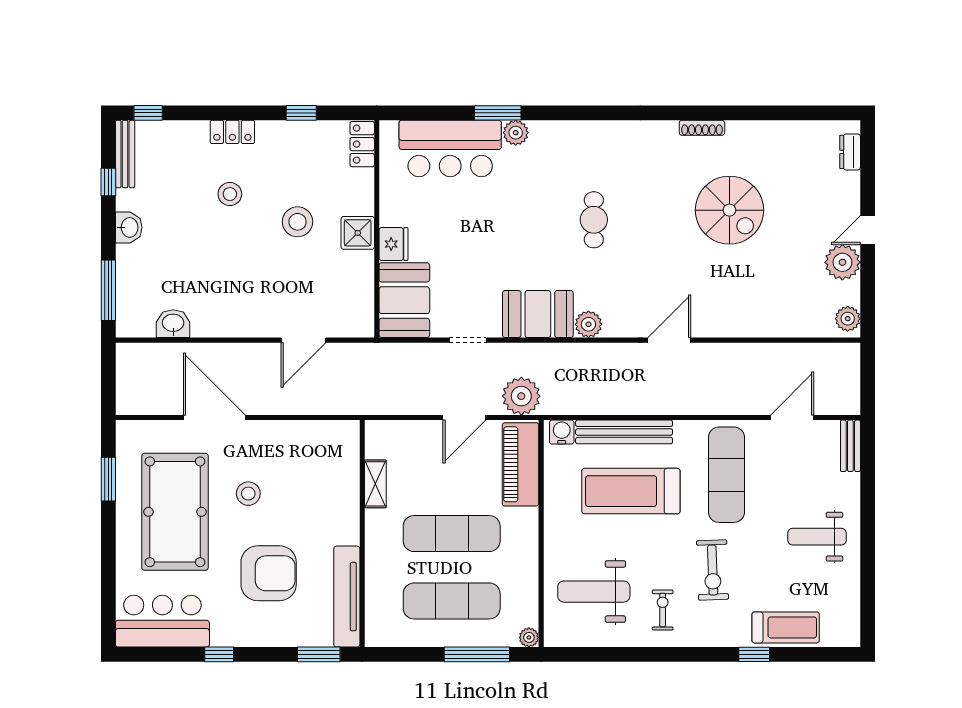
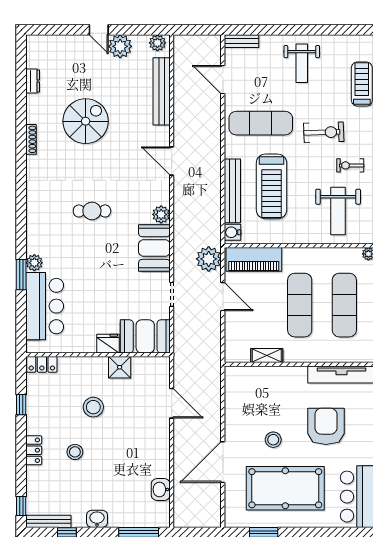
dresser: (850, 152) -> (33, 81), moved, turned -90
shower: (358, 233) -> (120, 367), moved
bench: (775, 325) -> (162, 91), added

